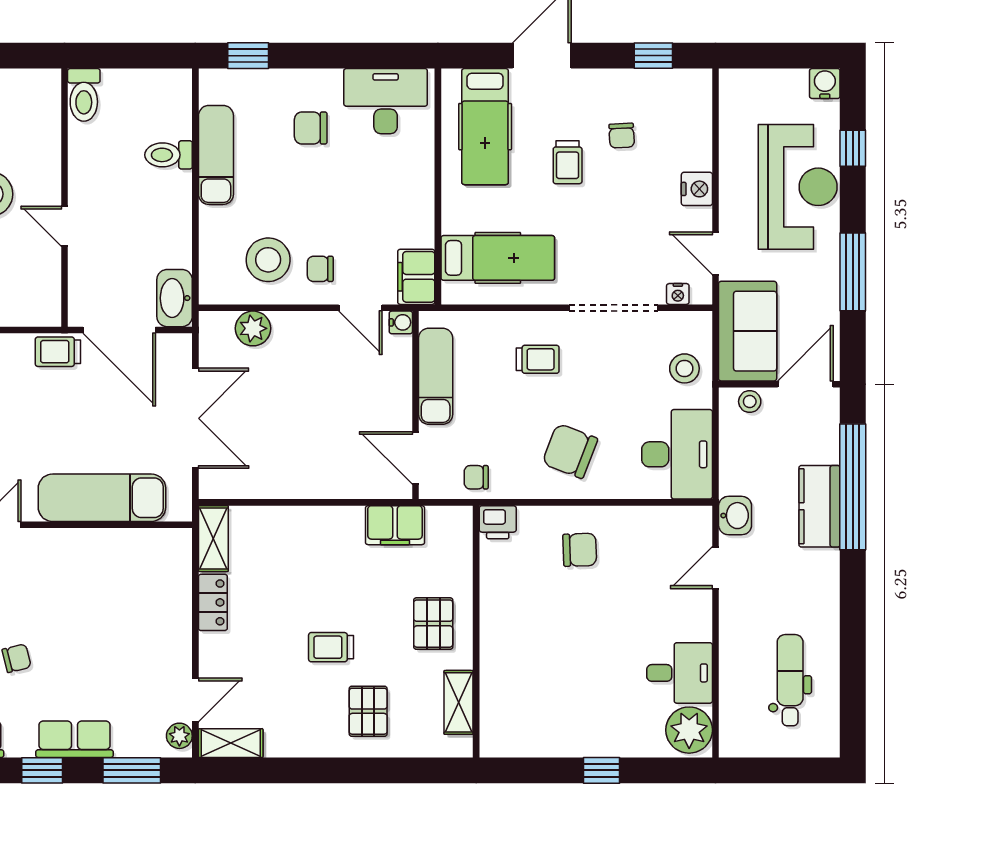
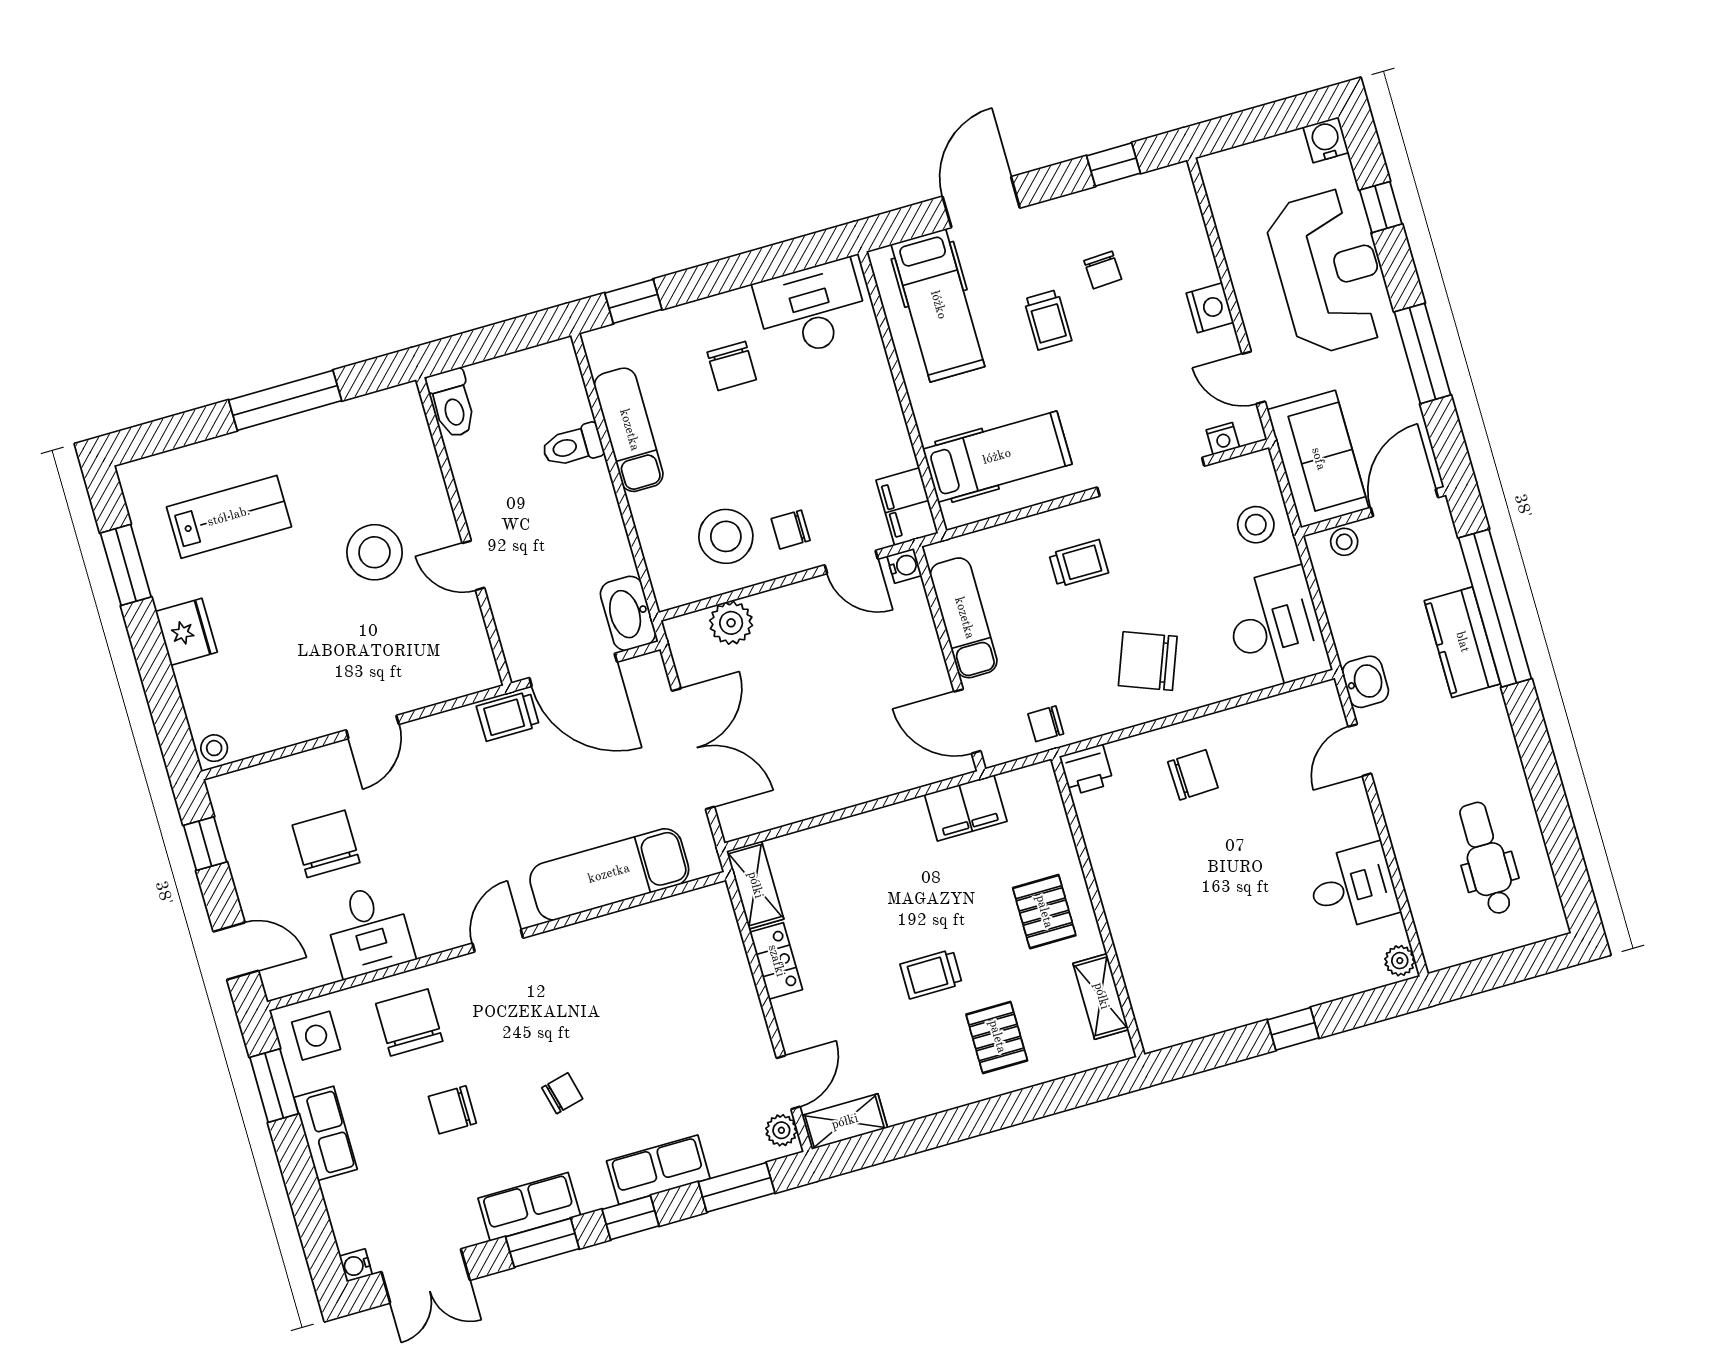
chair: (311, 128) -> (732, 366), turned -90
plant: (689, 730) -> (1400, 961), width x0.53, depth x0.53

